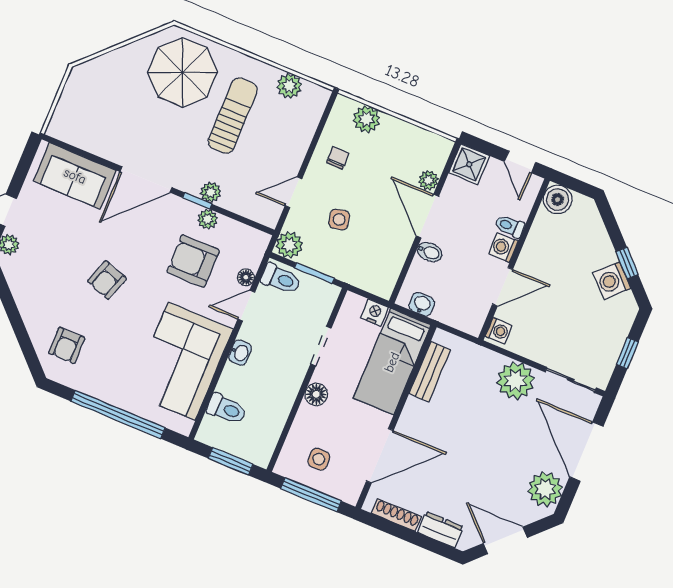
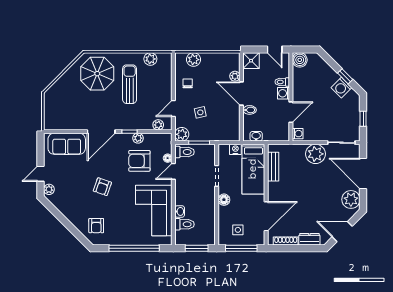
plant: (211, 192) -> (158, 125), moved
washbasin: (240, 353) -> (180, 211), moved

